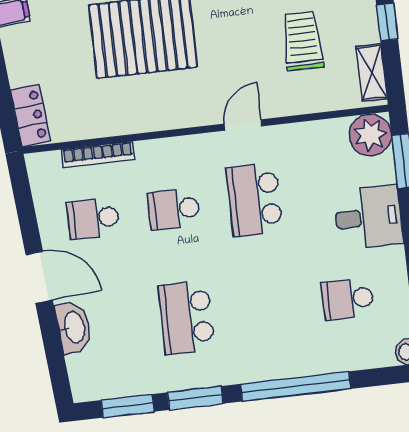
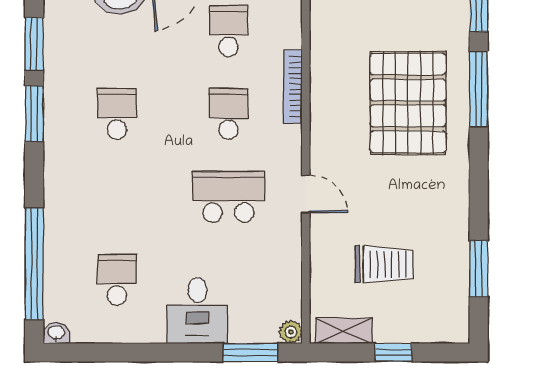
plant: (370, 135) -> (291, 332), width x0.53, depth x0.53
bookcase: (98, 155) -> (293, 87), moved
school desk: (186, 318) -> (117, 114), width x0.54
window: (296, 386) -> (34, 264), moved

